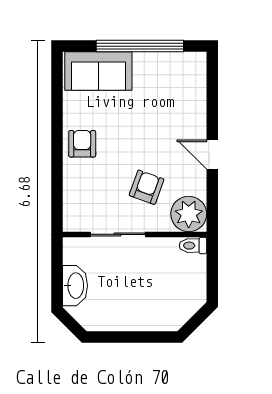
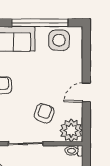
side table: (170, 73) -> (59, 40), added
door: (212, 155) -> (86, 92), hinge flipped

